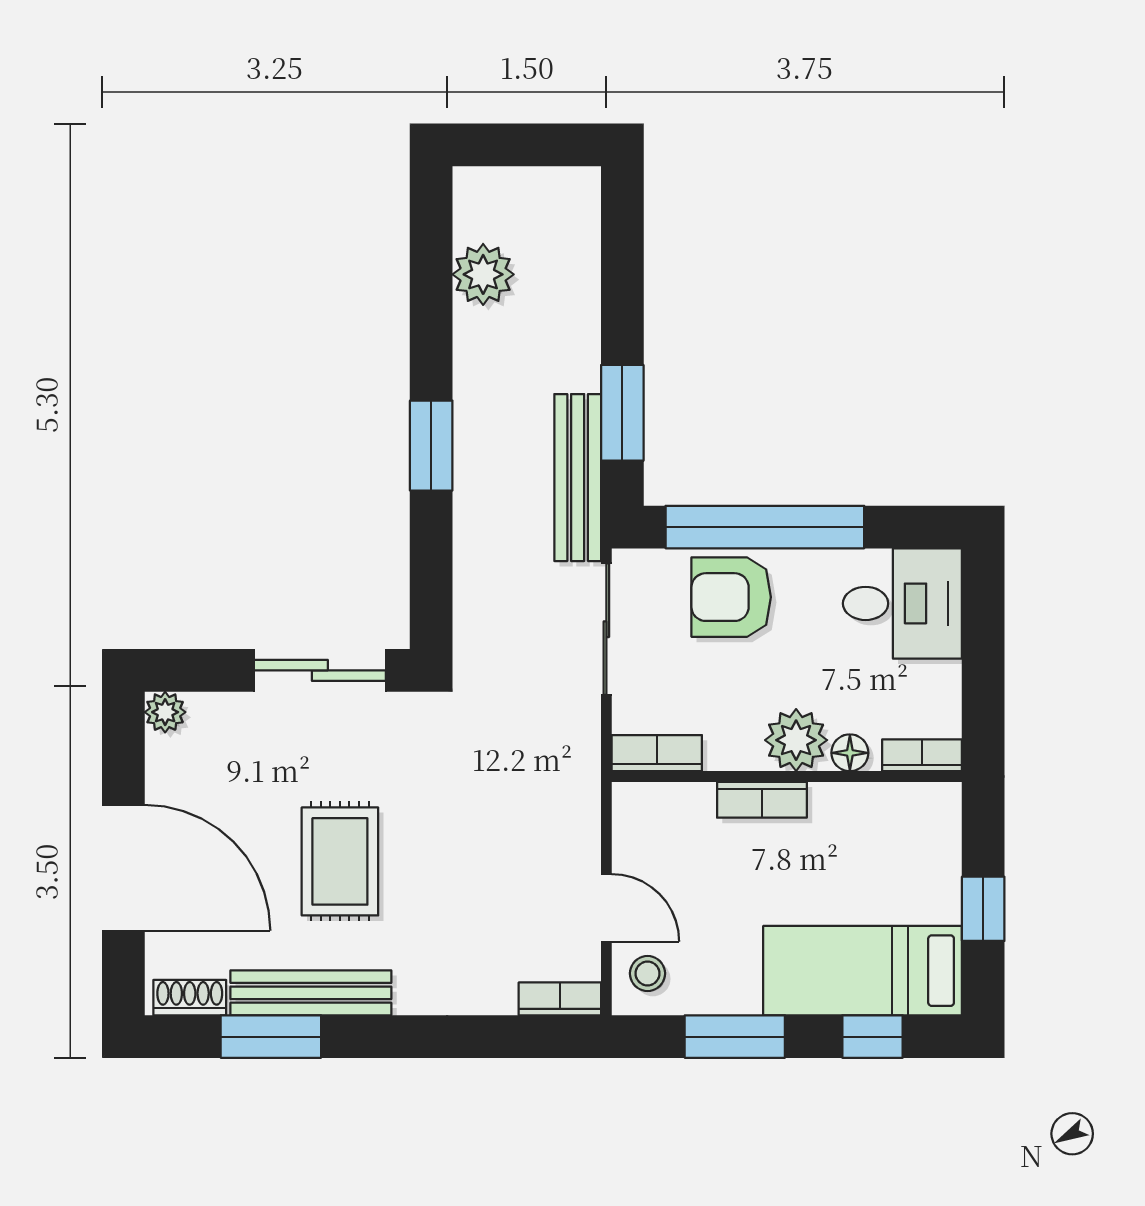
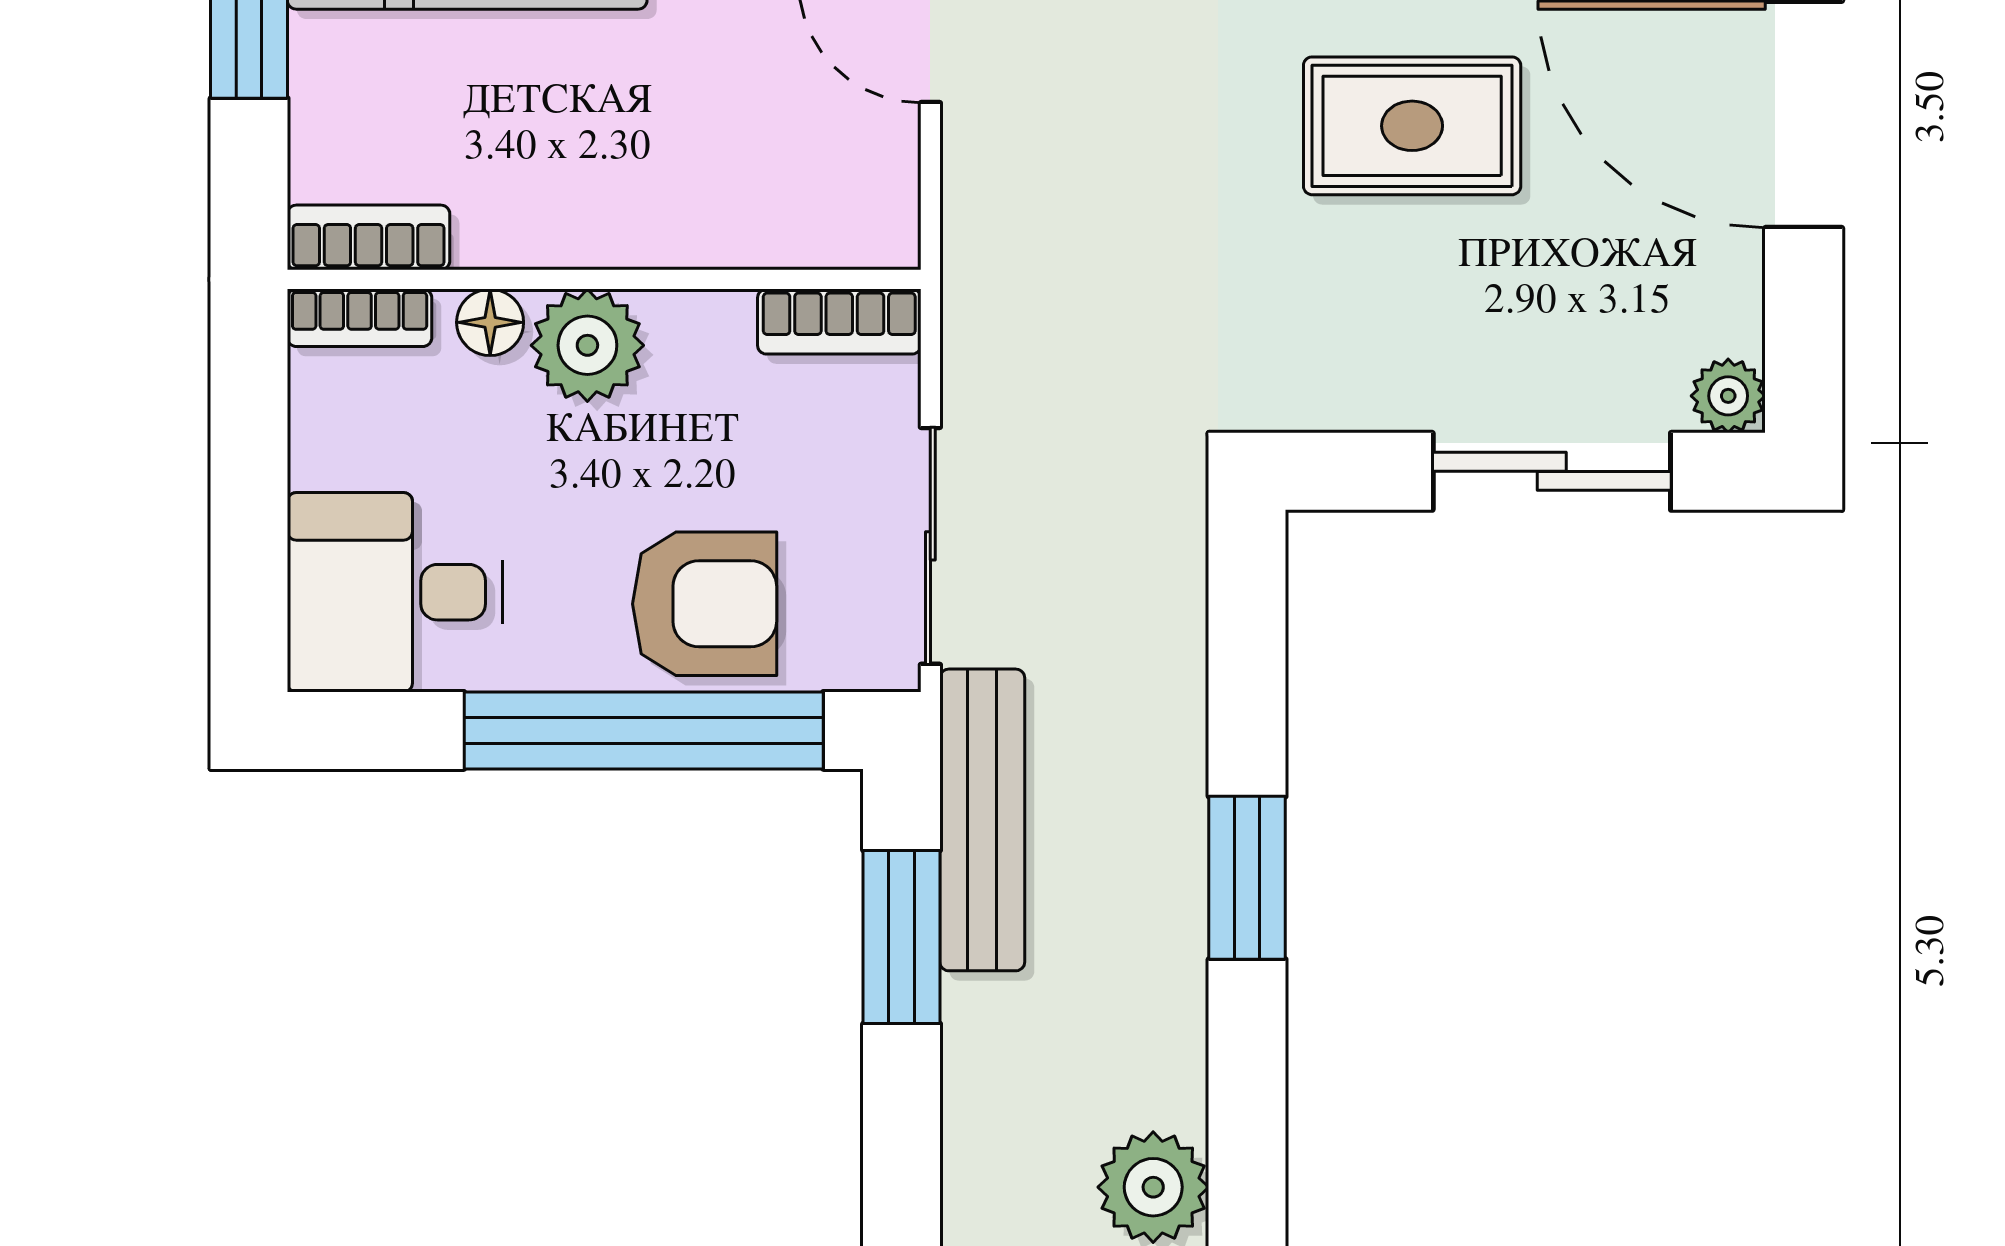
sliding door: (320, 670) -> (1552, 471), moved
bookcase: (762, 800) -> (369, 237), moved
rug: (340, 861) -> (1412, 126), turned 90

